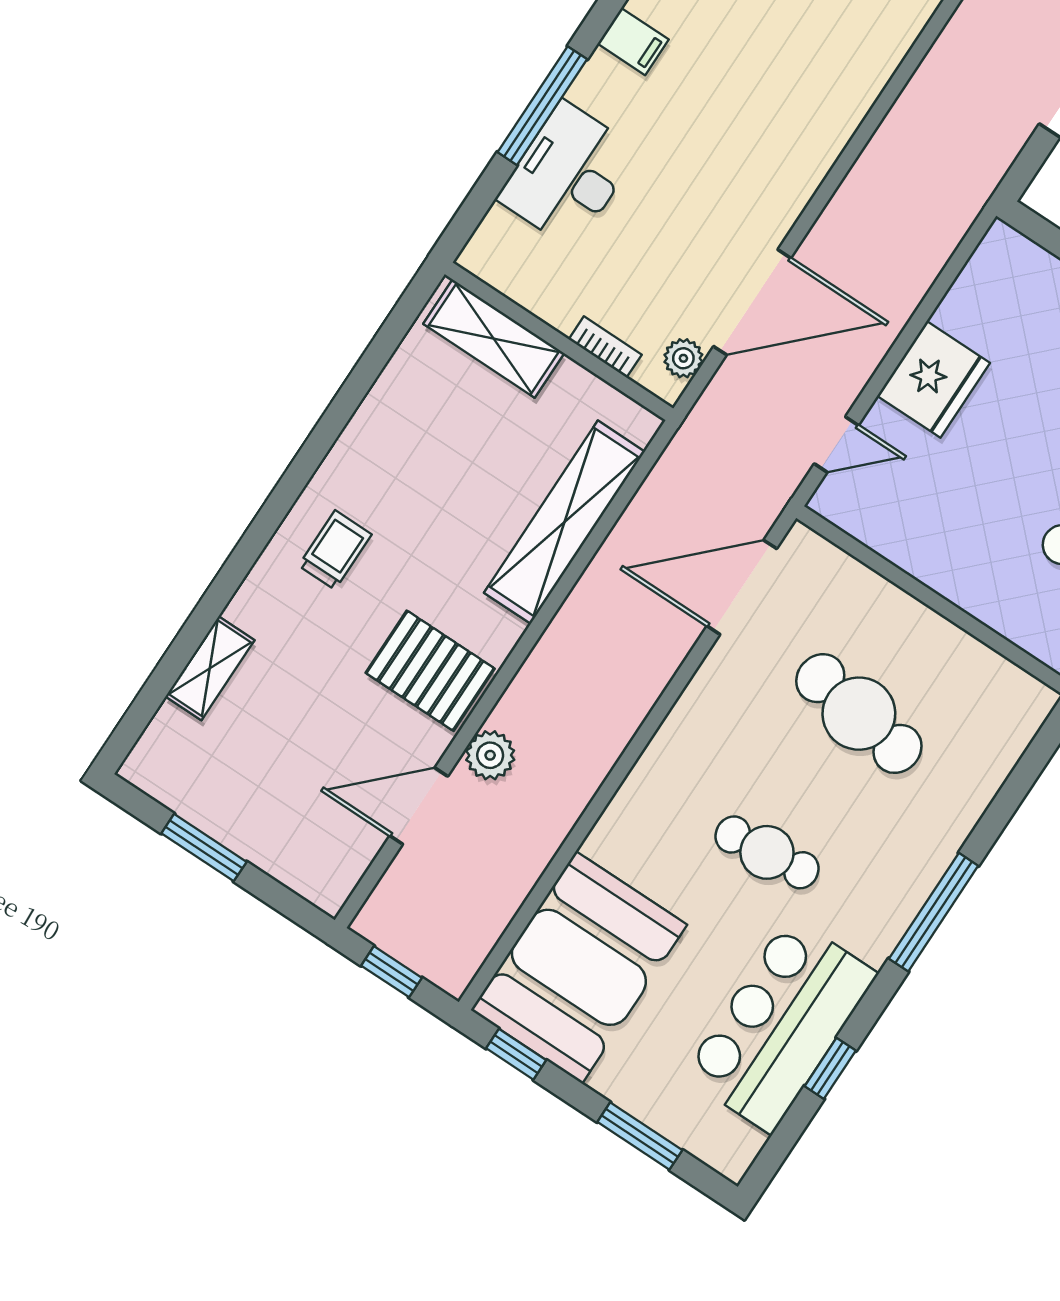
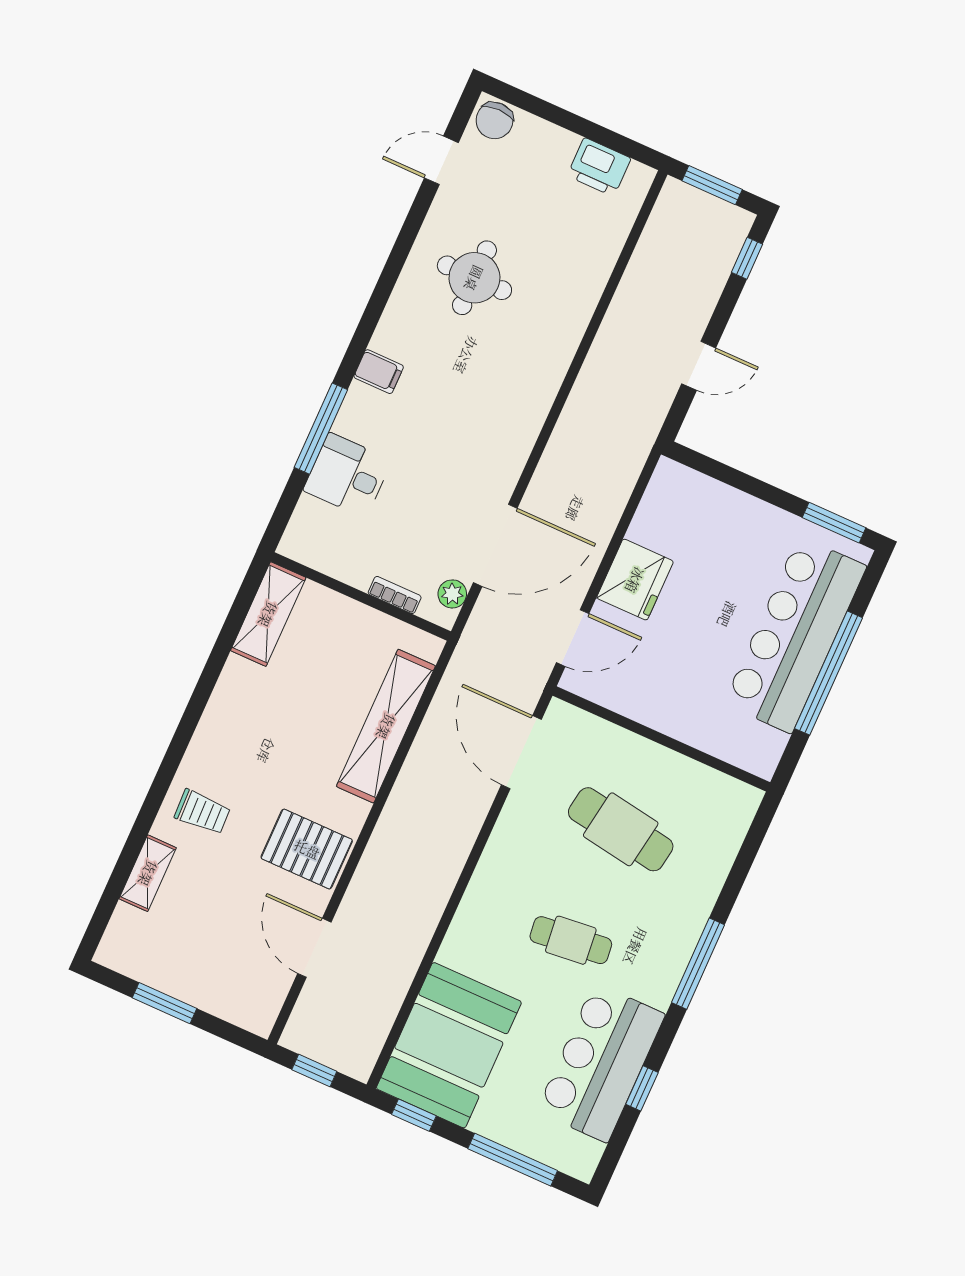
desk: (568, 175) -> (347, 475), width x0.73
shelving: (494, 339) -> (268, 614), moved, turned 90
door: (836, 445) -> (573, 638), width x1.38
trolley: (335, 550) -> (202, 812), moved, turned 88
door: (742, 587) -> (521, 752), hinge flipped
plant: (490, 755) -> (360, 903), removed
door: (419, 806) -> (314, 948), hinge flipped
window: (640, 1136) -> (513, 1160), width x1.44

